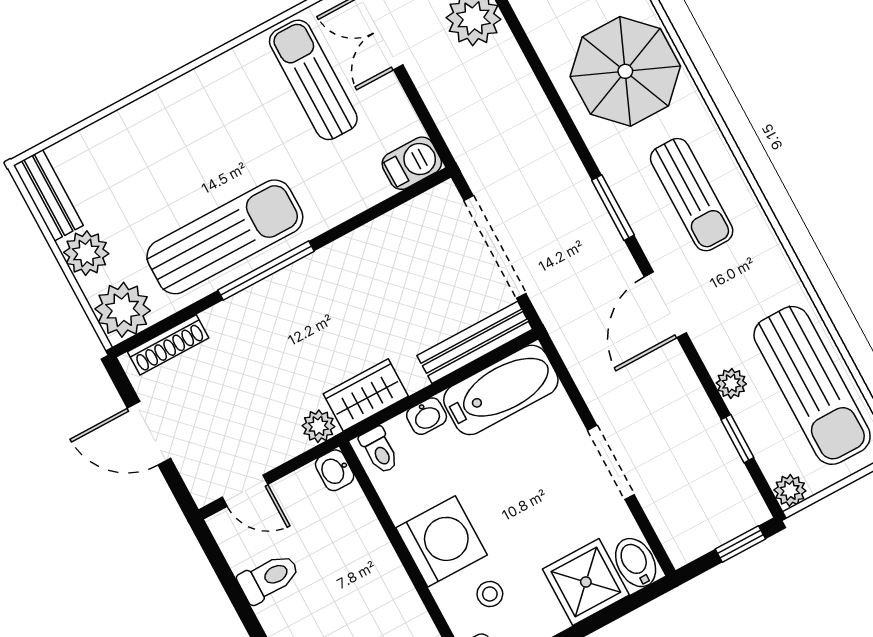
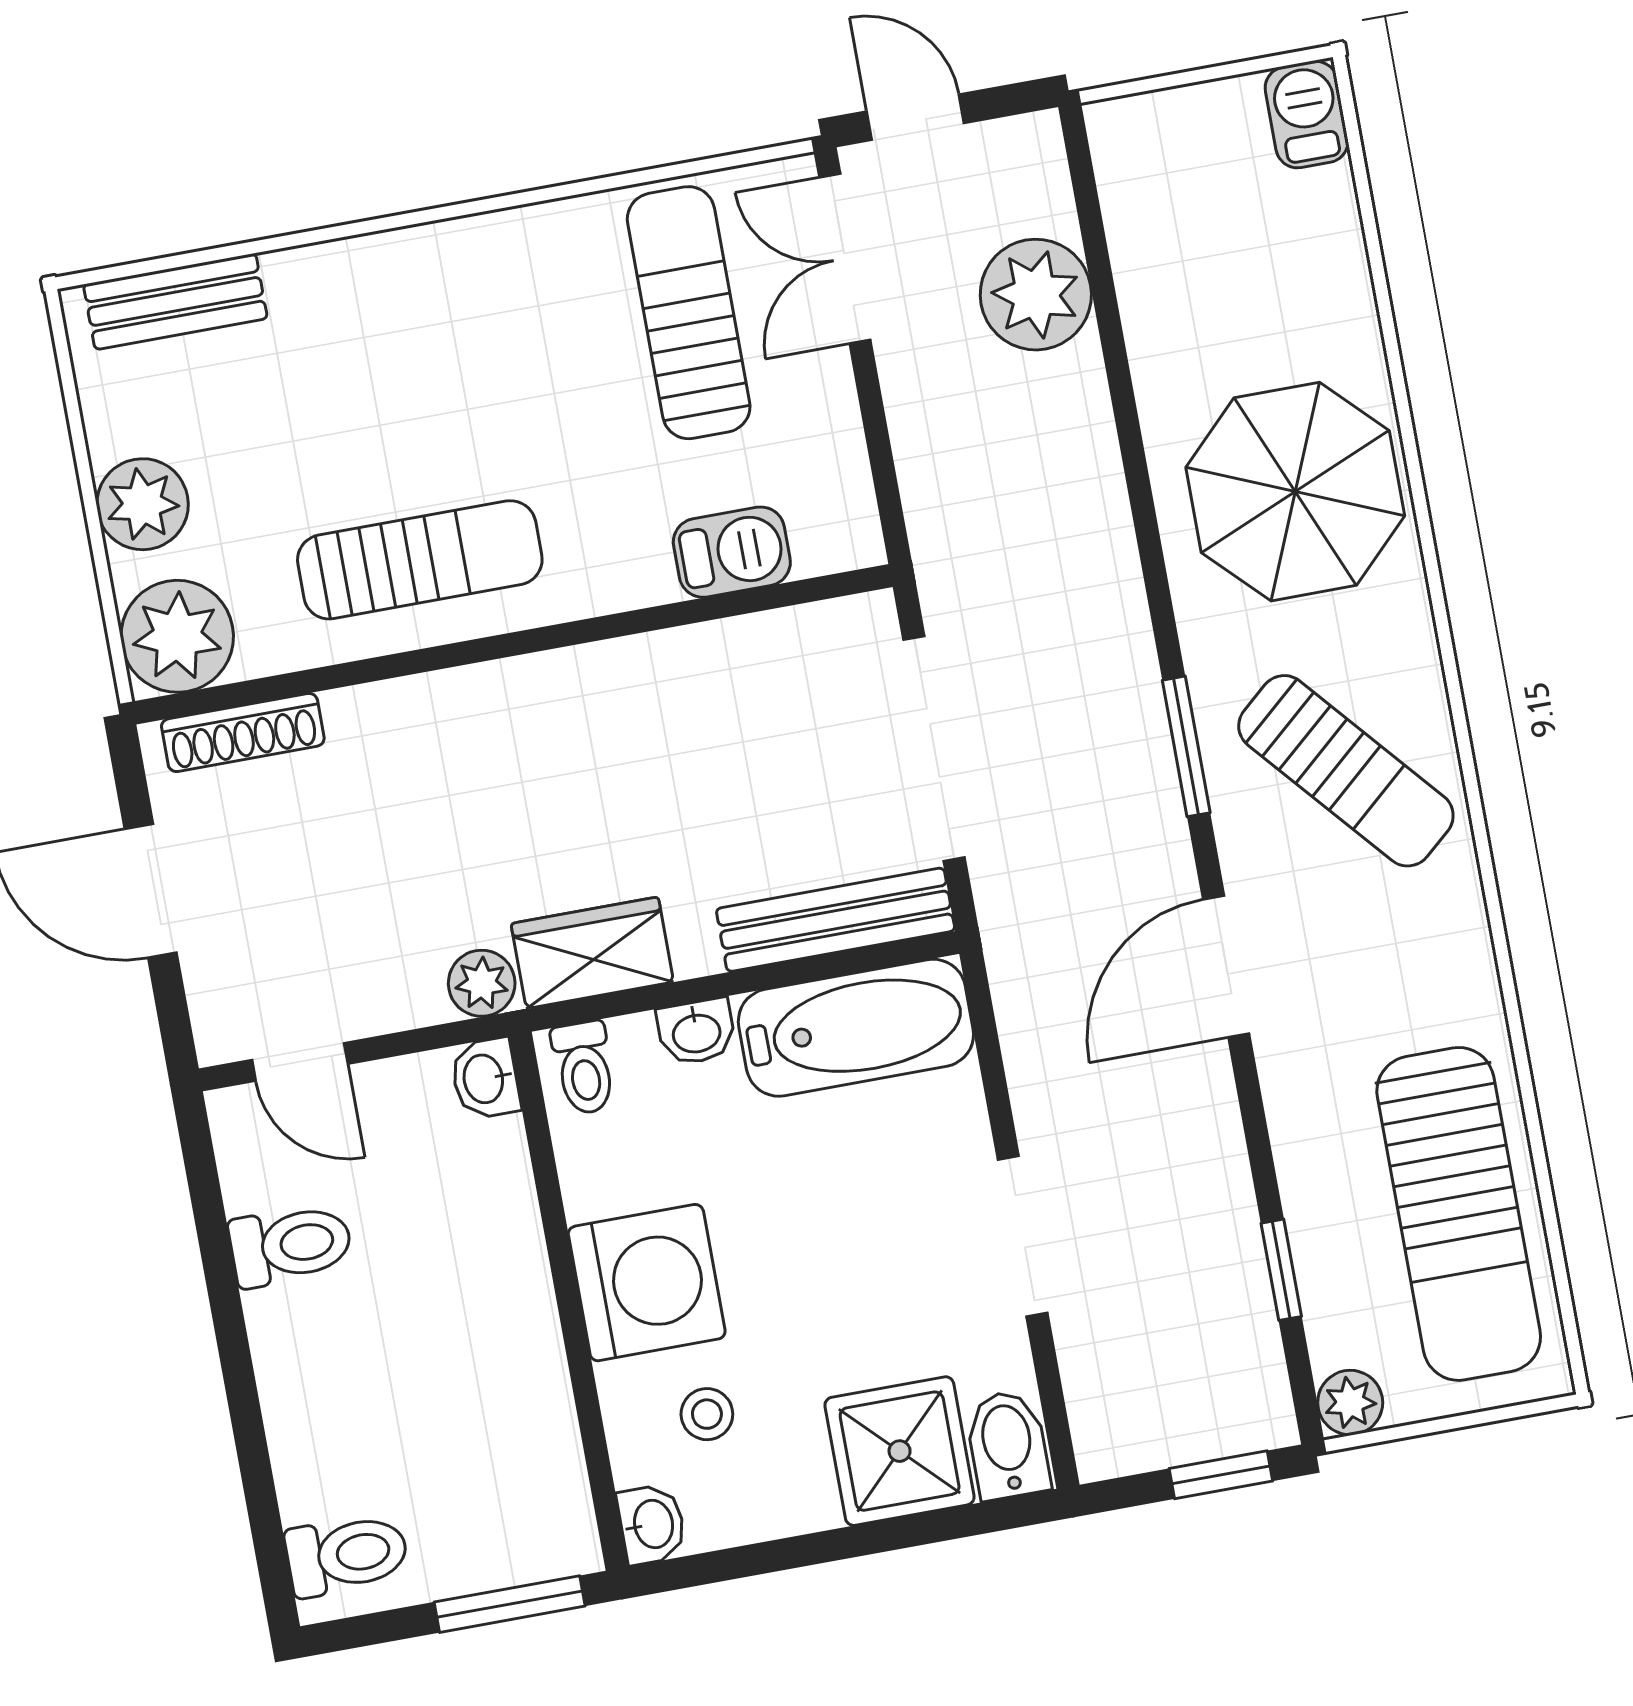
barbecue: (412, 163) -> (732, 552), moved
bench: (48, 195) -> (175, 301), moved, turned 90
sun lounger: (692, 195) -> (1346, 771), turned -41
sun lounger: (225, 237) -> (420, 560), width x0.73, depth x0.75
window: (266, 271) -> (478, 651), removed
plant: (731, 383) -> (1304, 1160), removed

